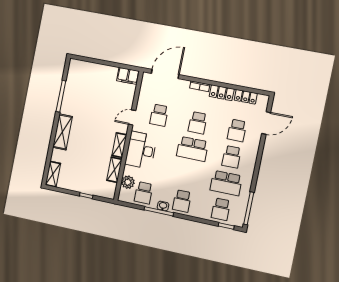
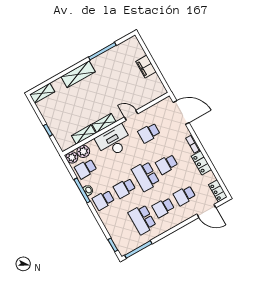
filing cabinet: (128, 76) -> (146, 67), moved
locker: (246, 97) -> (218, 191), moved
plant: (125, 196) -> (72, 157), added
school desk: (221, 209) -> (124, 188), moved

